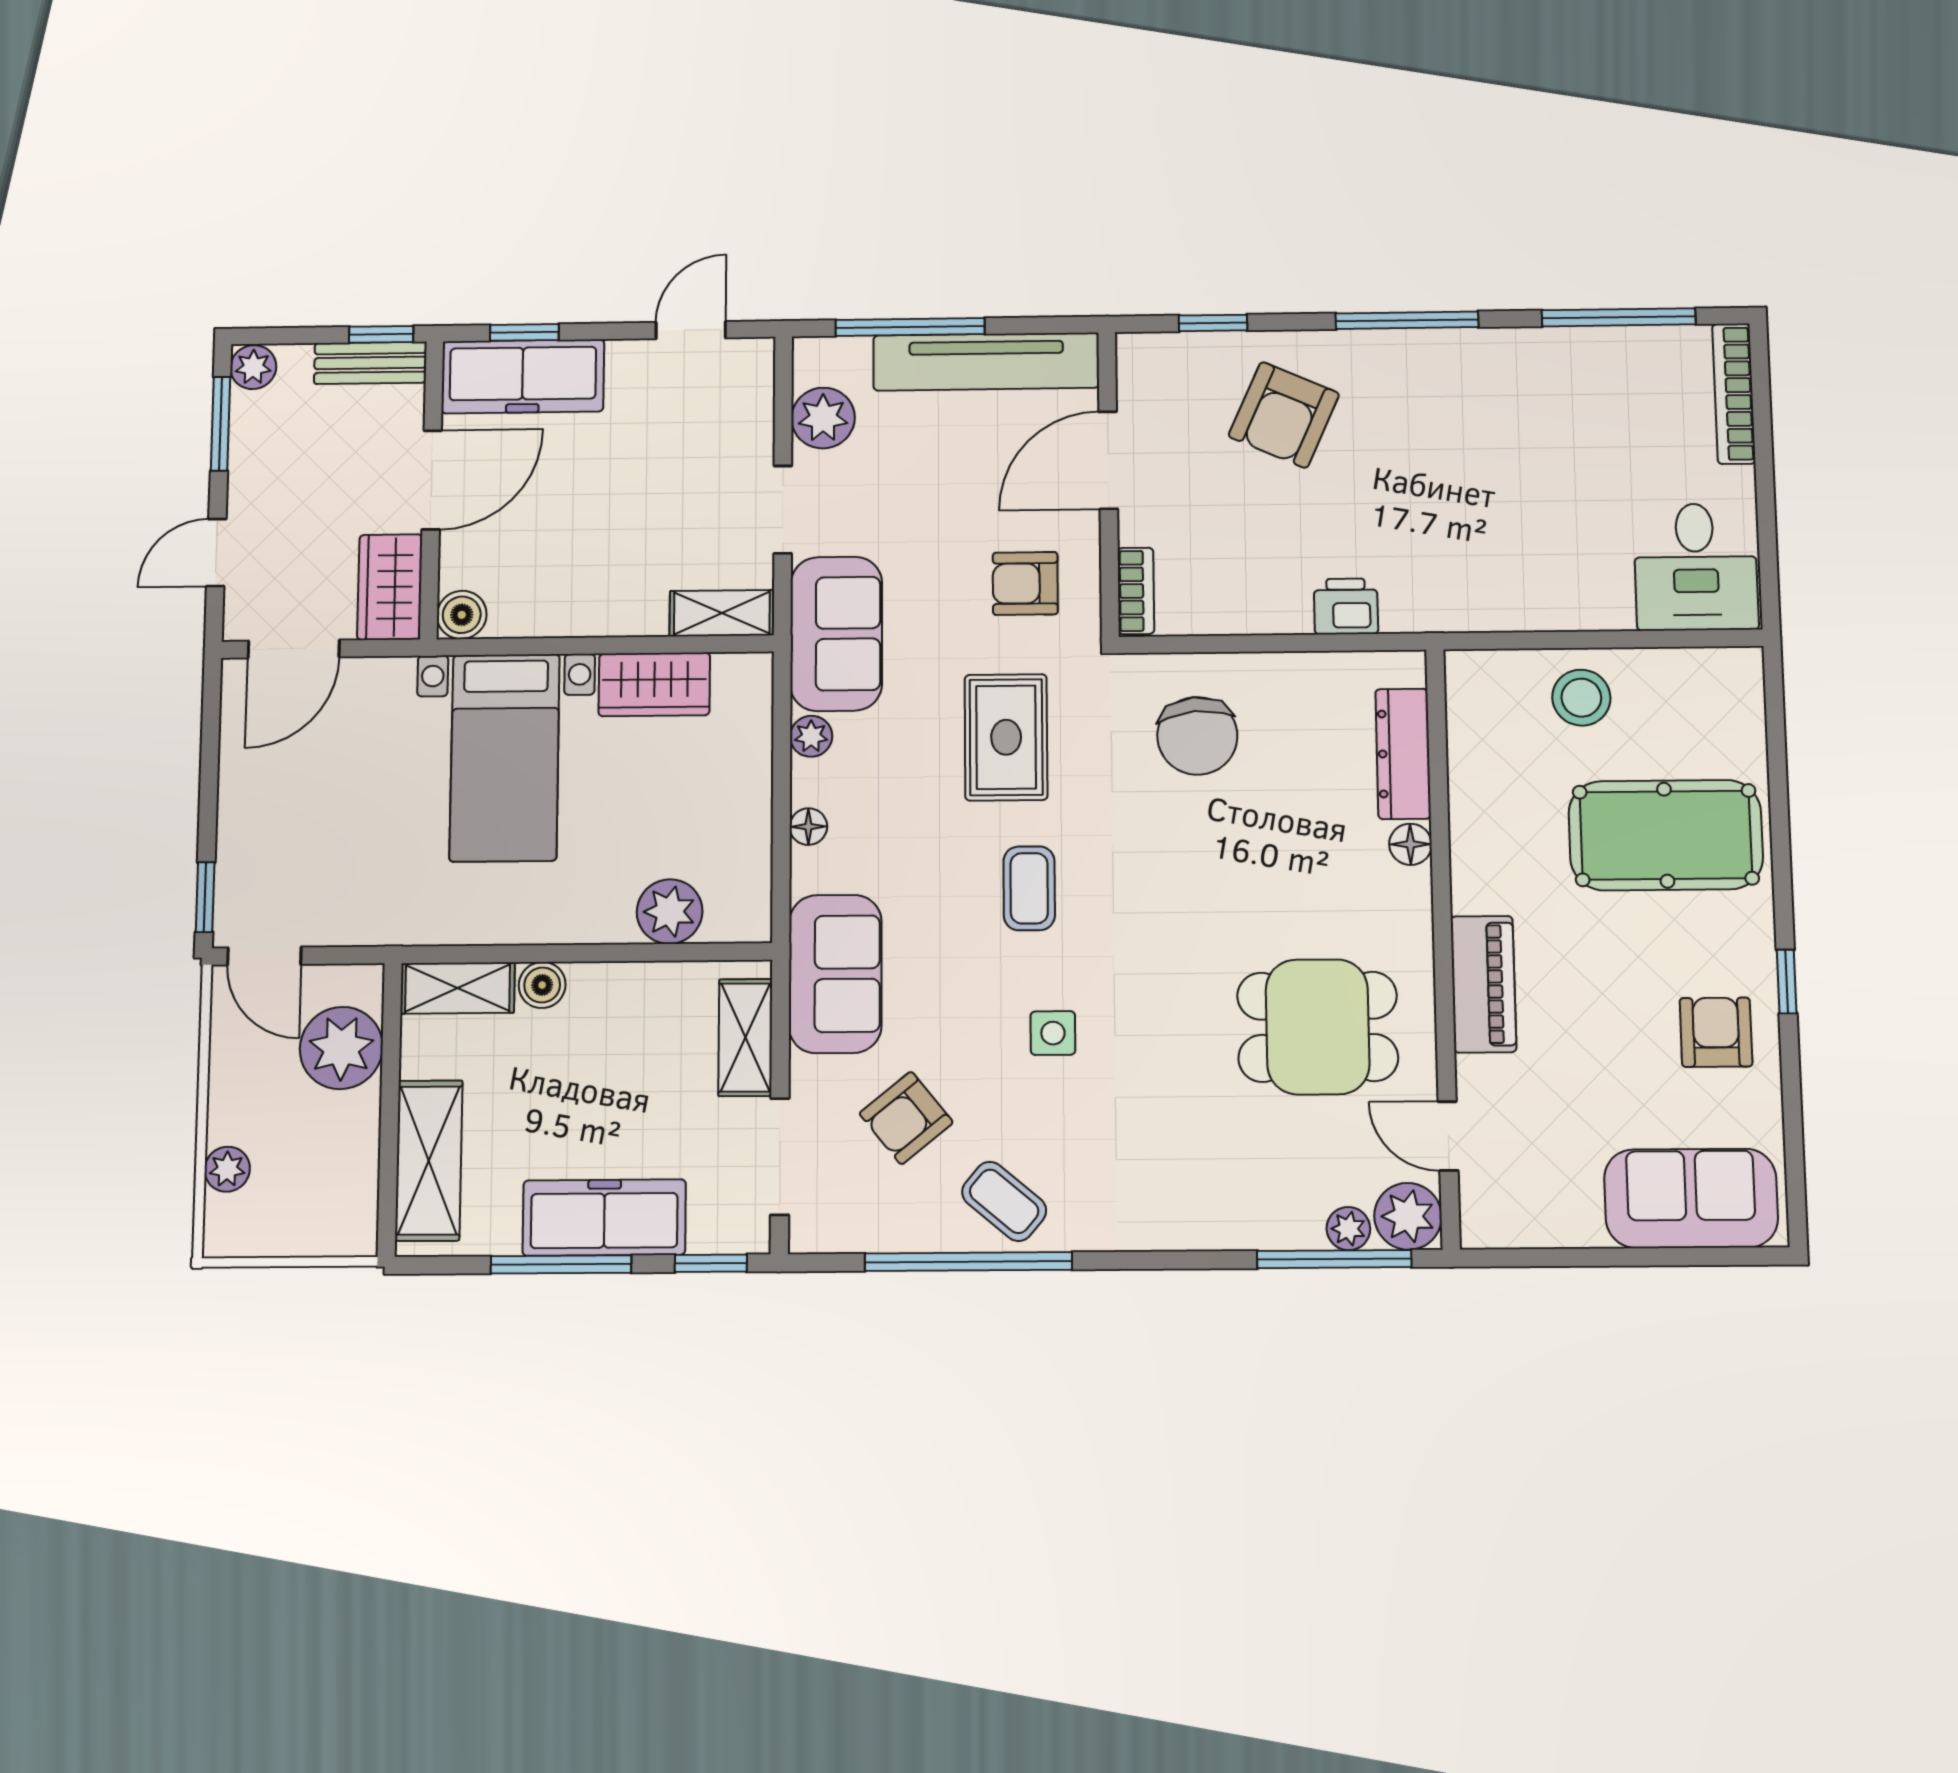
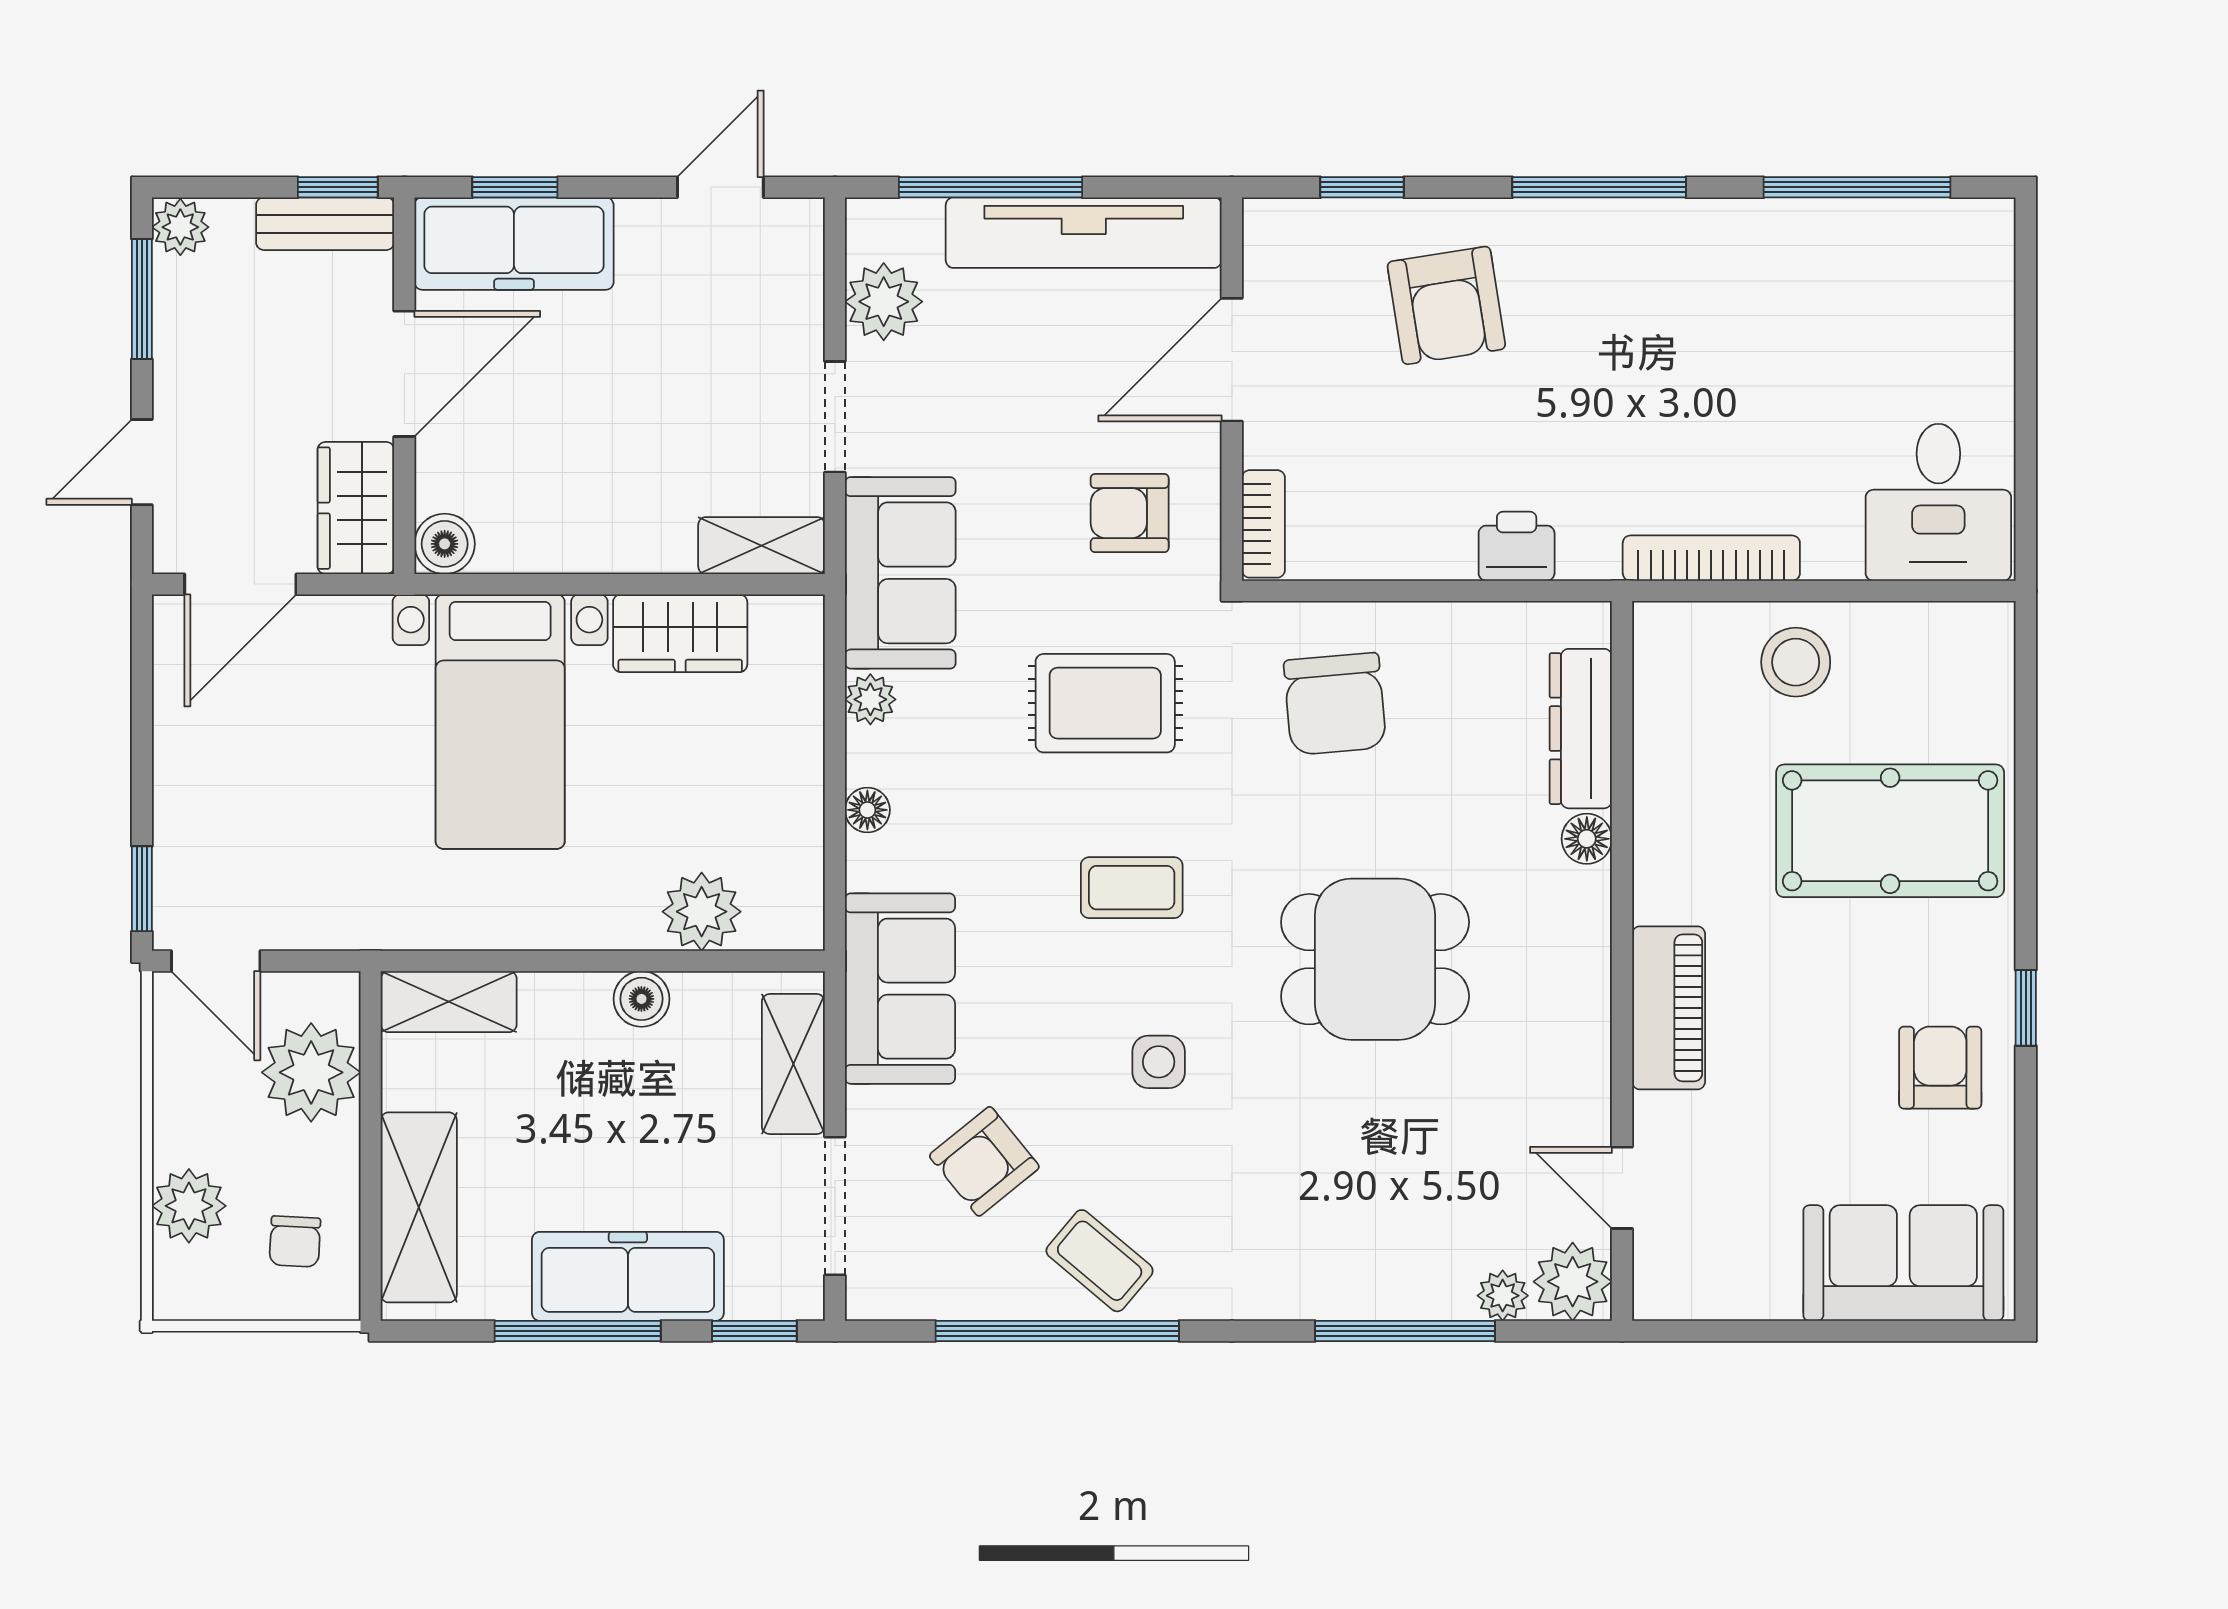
bookcase: (1734, 394) -> (1711, 558), moved, turned 90
armchair: (1284, 415) -> (1446, 305), turned -33
rug: (1006, 737) -> (1105, 703), turned 90
coffee table: (1029, 888) -> (1132, 888), turned 90
boiler: (542, 985) -> (641, 999), moved
dining table: (1318, 1027) -> (1375, 959), moved
plant: (227, 1169) -> (189, 1206), width x1.38, depth x1.38
chair: (324, 1190) -> (295, 1242), added
window: (1334, 1259) -> (1405, 1331), moved

